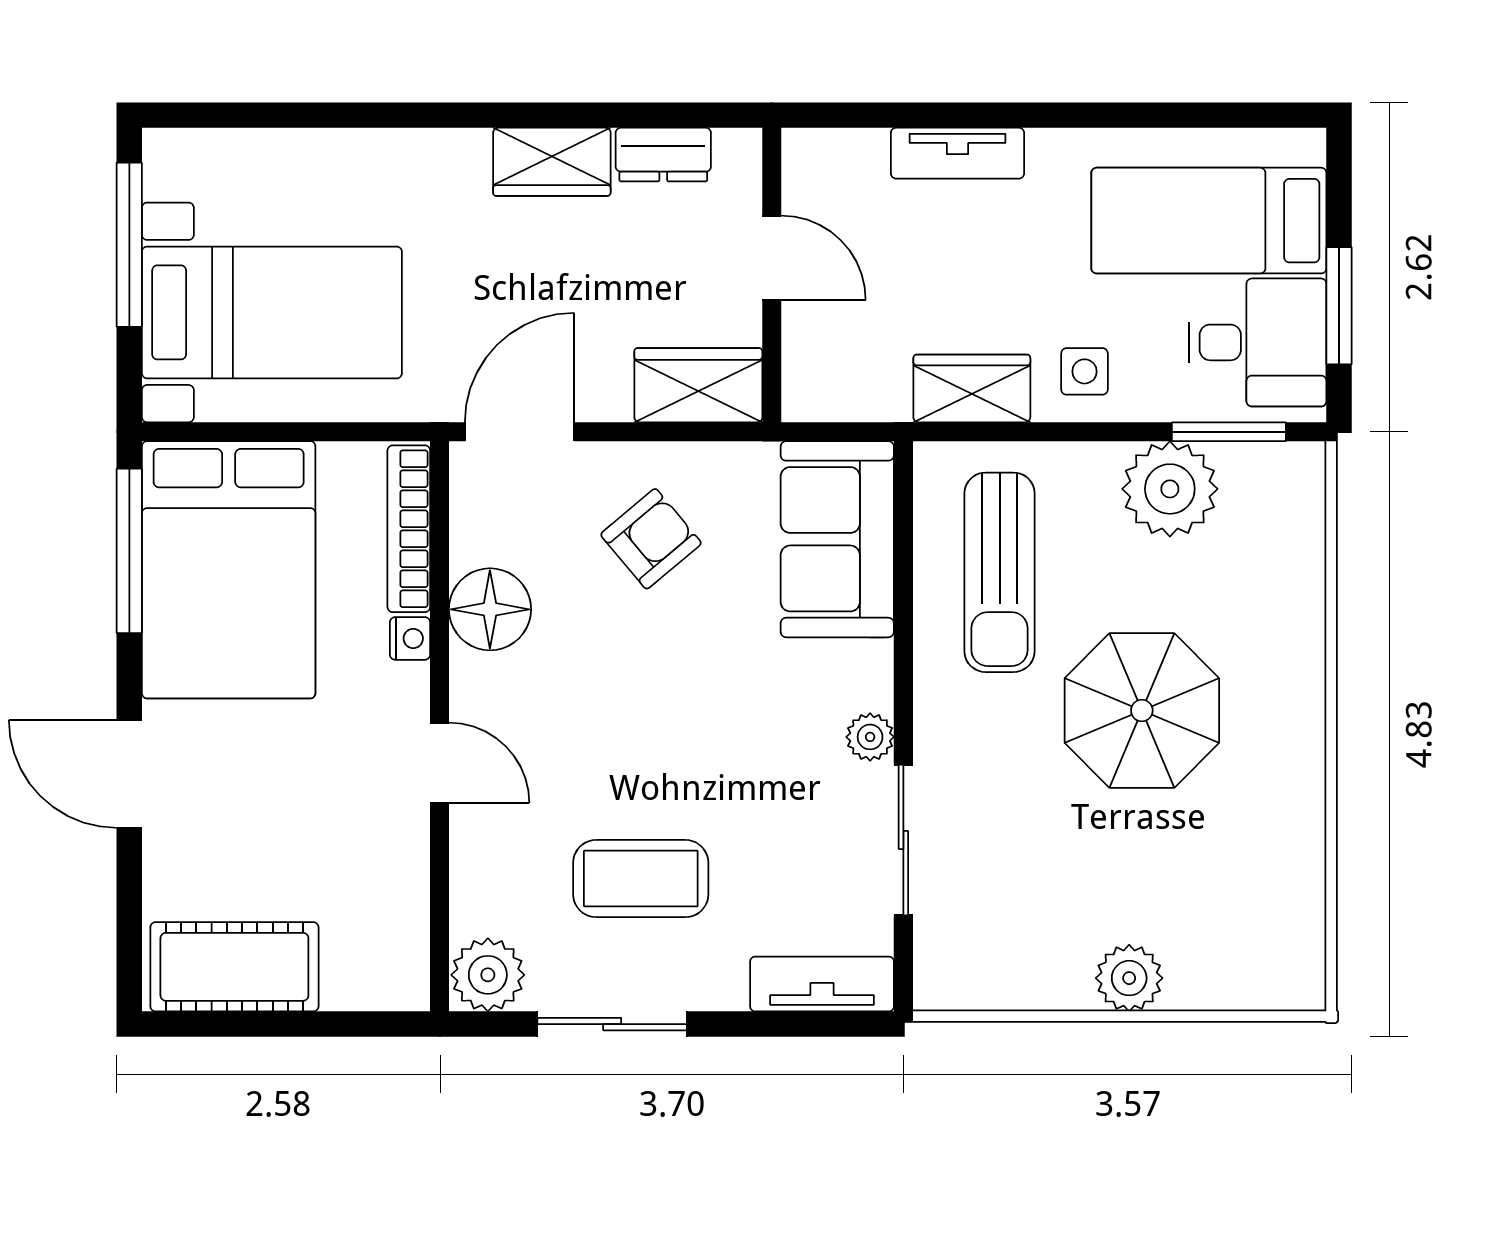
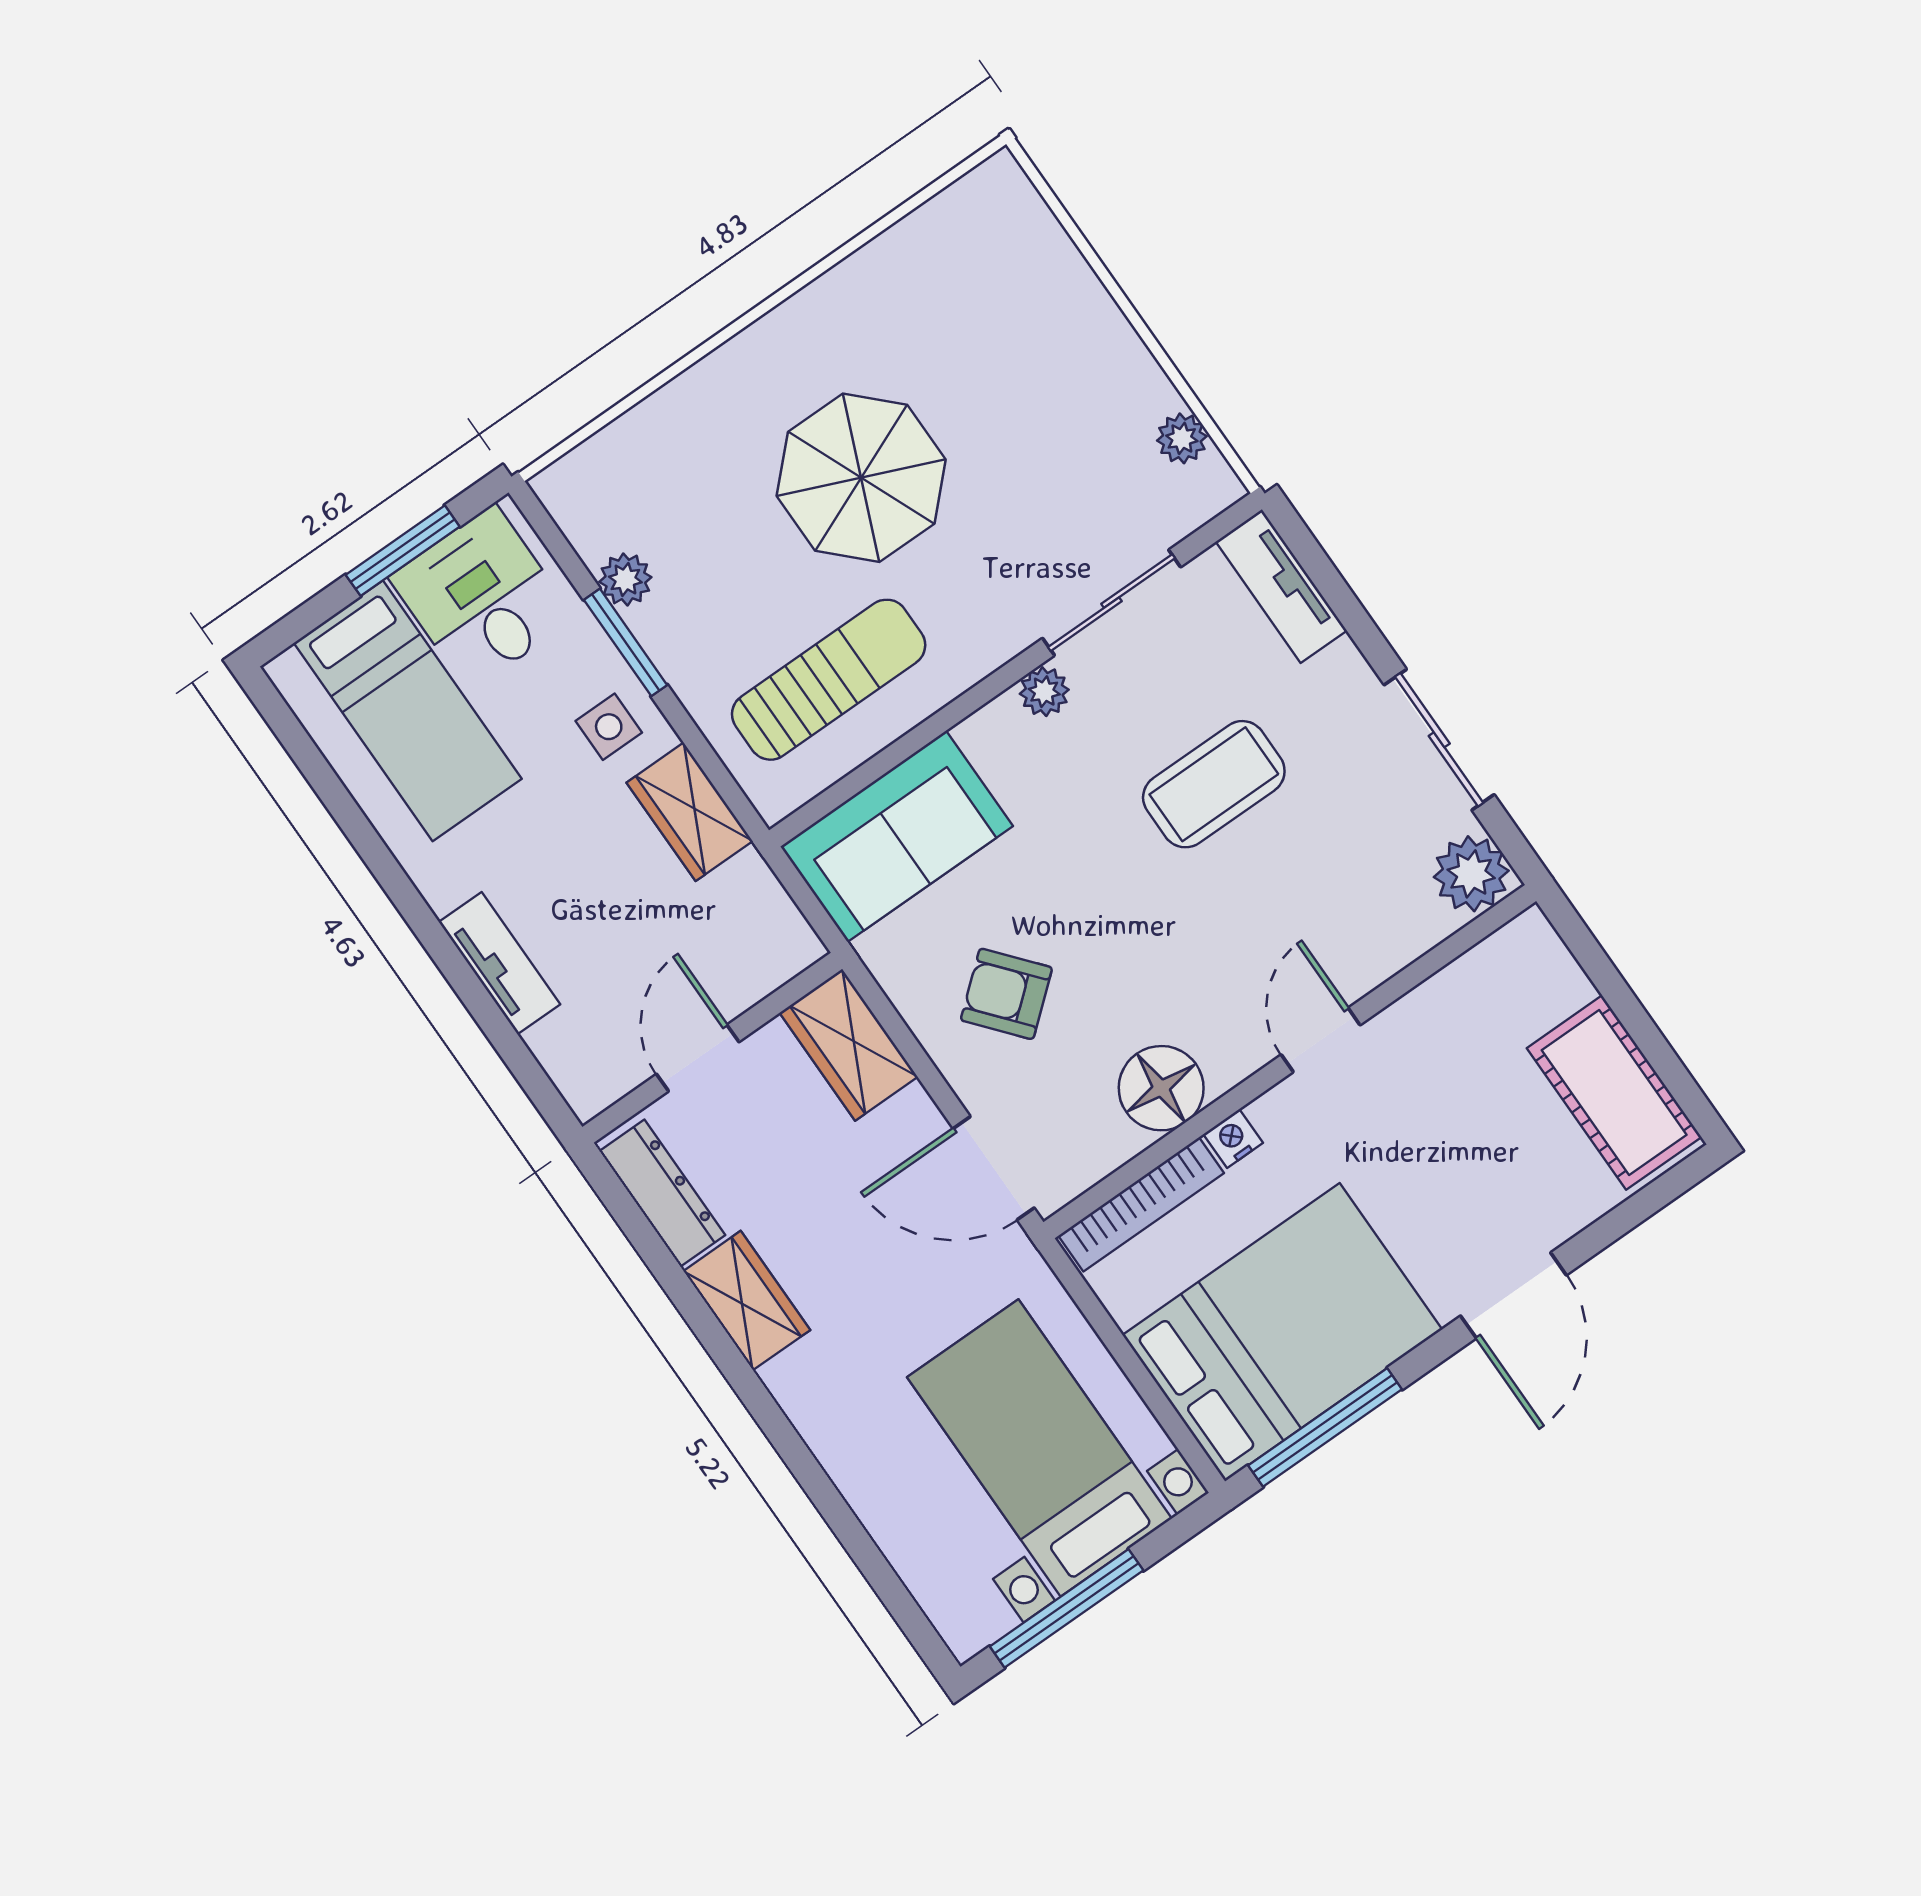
dresser: (663, 155) -> (662, 1193), width x1.44
window: (1229, 432) -> (626, 642), moved
plant: (1170, 489) -> (625, 579), width x0.53, depth x0.53
coffee table: (641, 879) -> (1214, 784), moved, turned 90
plant: (1129, 978) -> (1182, 438), moved, width x0.73, depth x0.73

